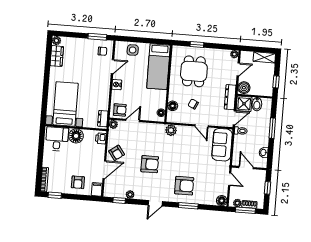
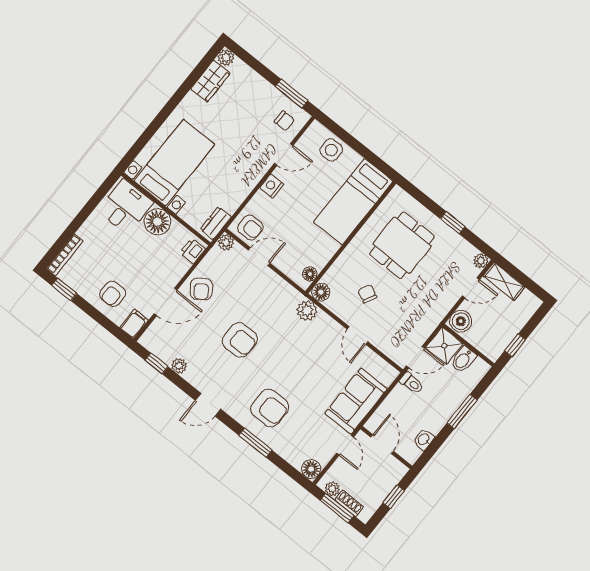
window: (197, 45) -> (453, 223), moved
shelving: (264, 57) -> (504, 281), moved
dresser: (230, 97) -> (430, 321), removed
floor lamp: (173, 106) -> (321, 292), moved
sofa: (222, 145) -> (356, 401), moved

